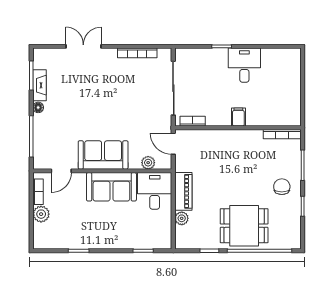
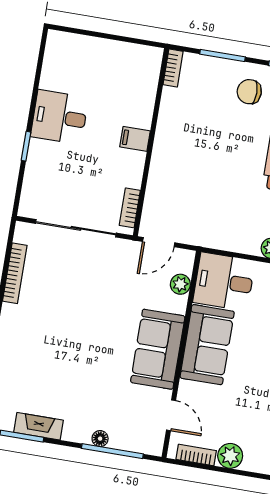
floor lamp: (38, 107) -> (100, 439), moved
bookcase: (282, 134) -> (173, 68), width x0.64
piano: (183, 191) -> (232, 239), removed

